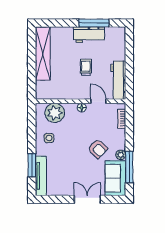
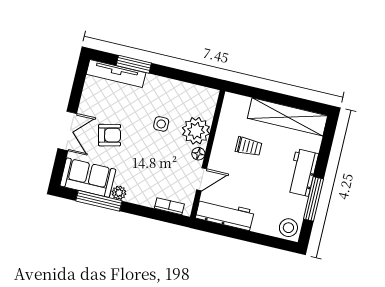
workbench: (89, 35) -> (302, 173), moved
stool: (117, 35) -> (288, 228), added
trolley: (86, 67) -> (249, 147), moved
plant: (55, 113) -> (196, 131), moved
side table: (49, 138) -> (161, 124), moved
armchair: (98, 149) -> (110, 135), moved, turned -146

